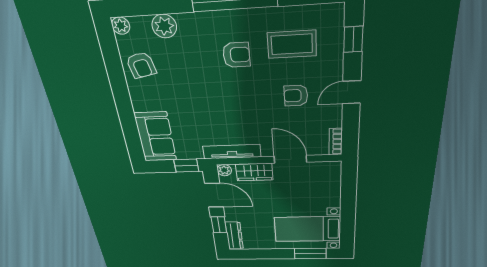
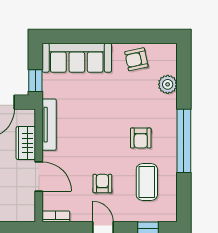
plant: (121, 26) -> (170, 50), removed
sofa: (156, 137) -> (77, 58), width x1.36
door: (290, 159) -> (39, 177), hinge flipped
plant: (224, 170) -> (29, 115), removed

